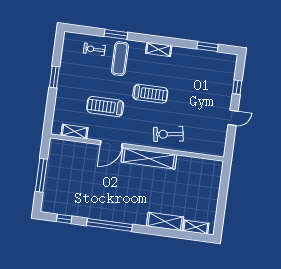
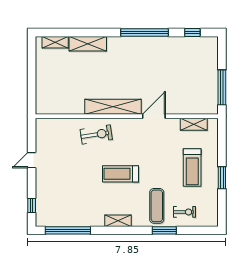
window: (208, 47) -> (68, 230), width x2.11
window: (237, 87) -> (32, 206), moved
treadmill: (105, 106) -> (192, 168), moved, turned 90
window: (41, 175) -> (222, 87), moved

